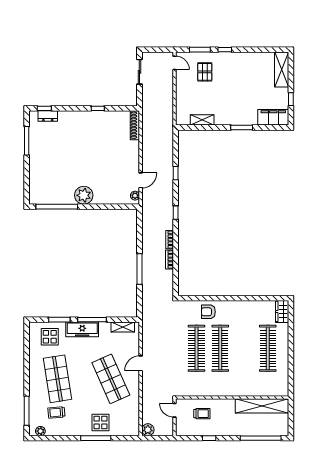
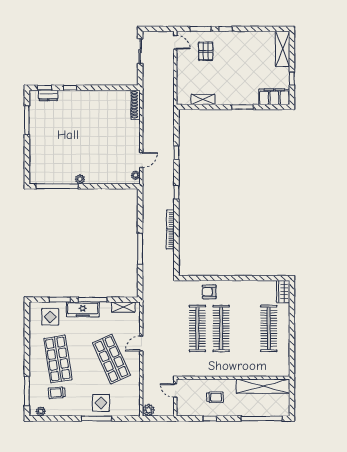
window: (98, 108) -> (70, 88), moved
plant: (84, 195) -> (80, 179), width x0.53, depth x0.53
trolley: (202, 414) -> (215, 397), moved

